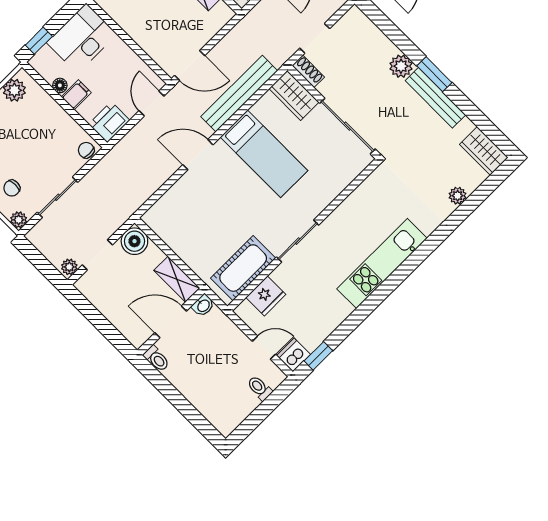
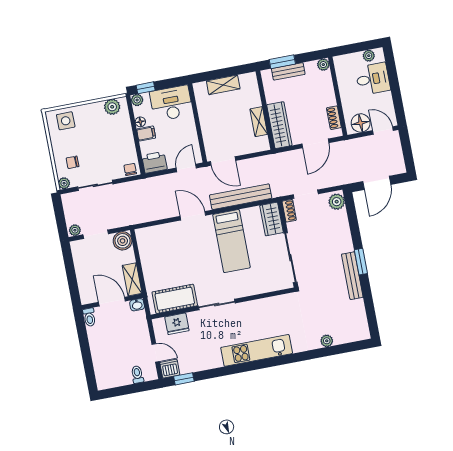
plant: (38, 62) -> (137, 100), added
plant: (401, 66) -> (337, 202), moved
wardrobe: (484, 151) -> (359, 325), removed

